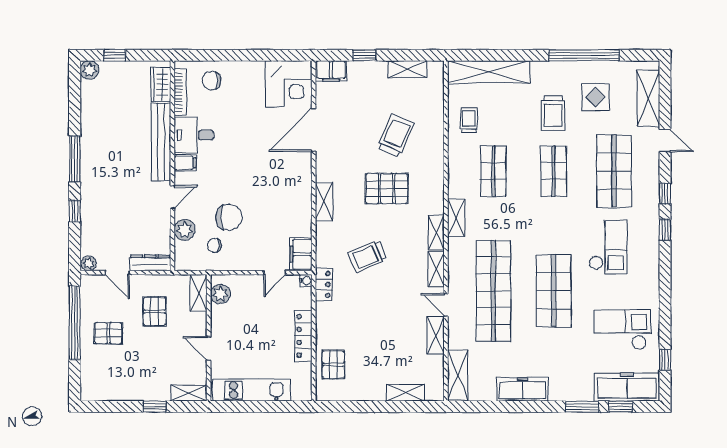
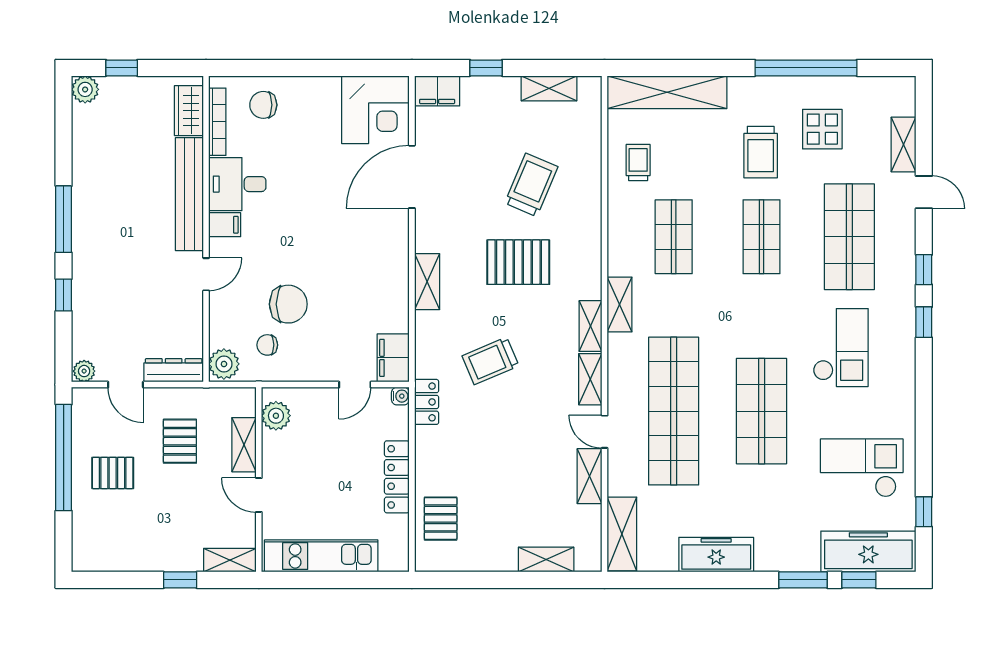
shelving: (648, 98) -> (904, 144), width x0.67, depth x0.75
plant: (185, 230) -> (224, 364), moved
shelving: (198, 293) -> (244, 445), moved

